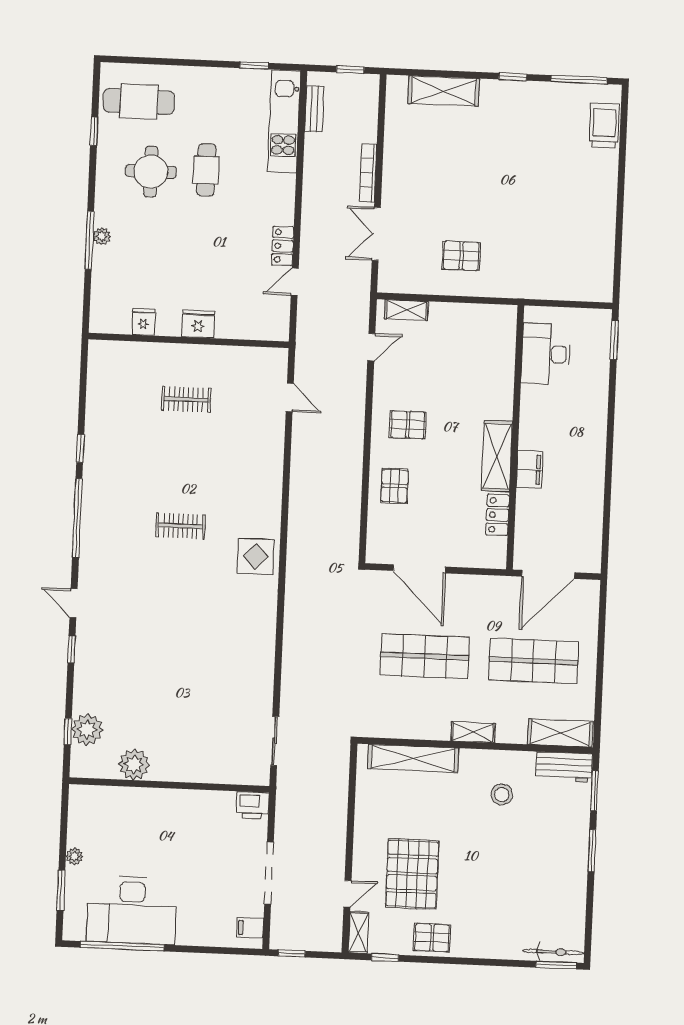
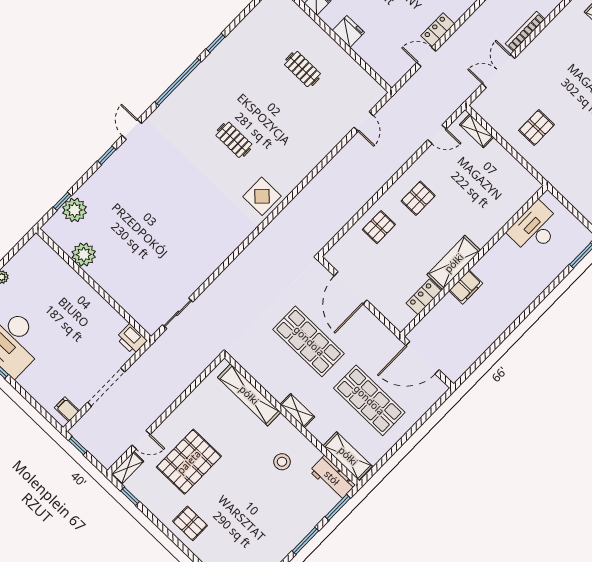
pallet: (461, 256) -> (536, 128), turned 90
pallet: (408, 425) -> (418, 198), turned 90
pallet: (432, 938) -> (190, 523), moved

